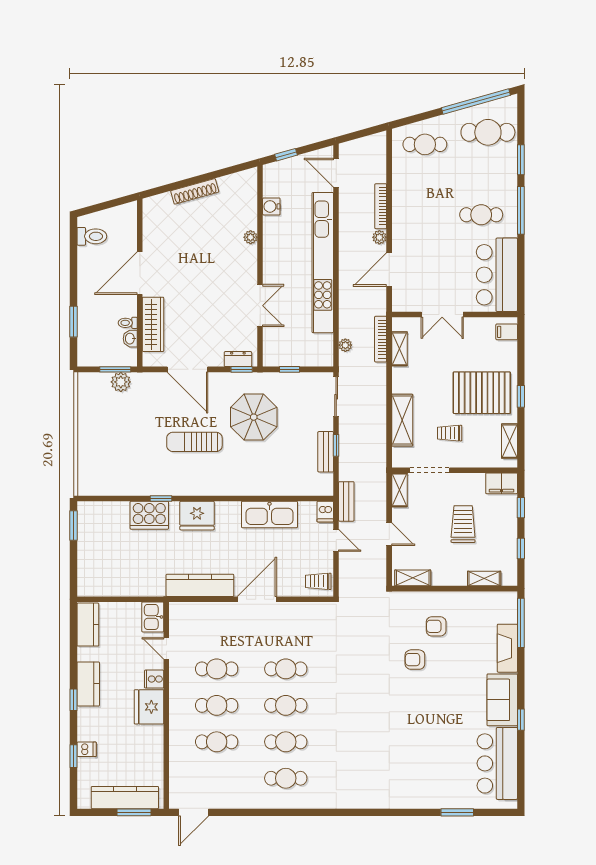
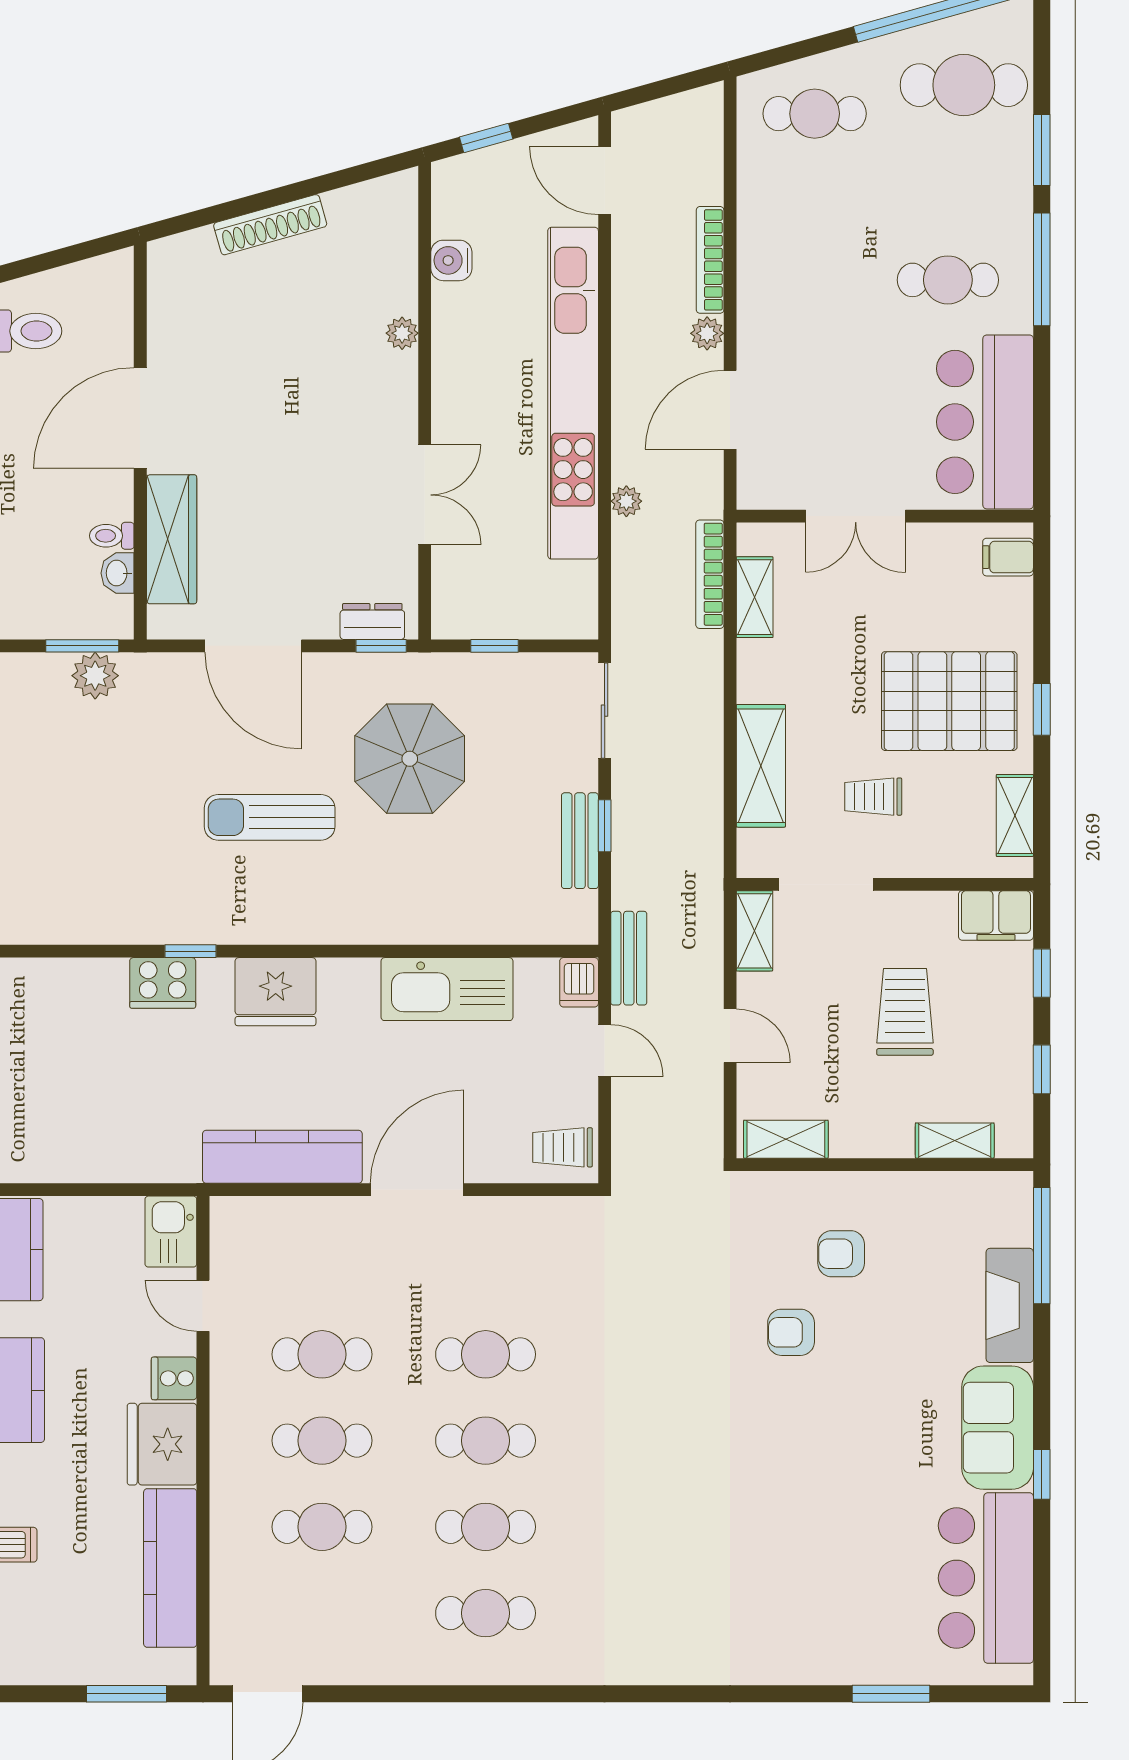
plant: (345, 345) -> (626, 501), moved
cooker: (149, 515) -> (163, 983), width x0.73, depth x0.76
kitchen counter: (125, 798) -> (170, 1568), moved, turned -90

